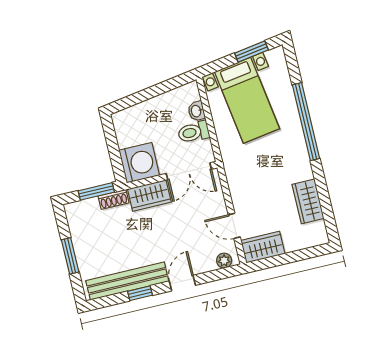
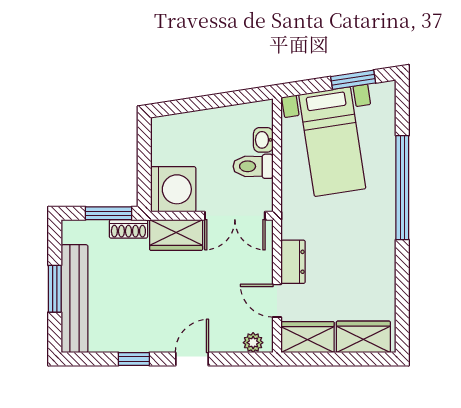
dresser: (239, 195) -> (293, 262), added
wardrobe: (308, 201) -> (363, 337), moved, turned 90
bench: (127, 281) -> (74, 299), moved, turned 90

